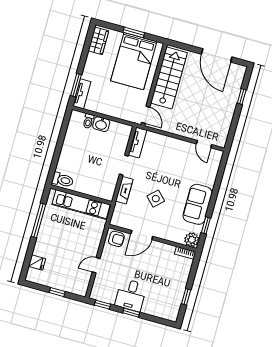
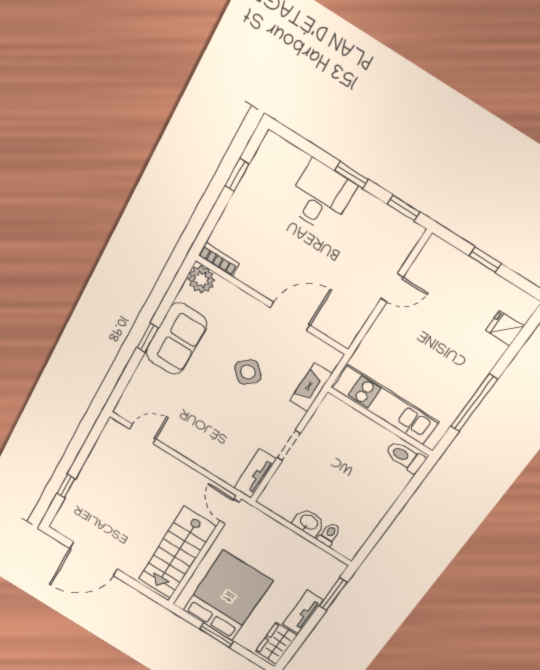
door: (217, 55) -> (94, 559), swing flipped
tv unit: (82, 94) -> (303, 612), moved
door: (204, 144) -> (143, 434), hinge flipped
fireplace: (124, 190) -> (311, 387), moved
window: (206, 225) -> (148, 338), moved
armchair: (116, 239) -> (339, 324), removed
desk: (131, 295) -> (321, 196), moved

